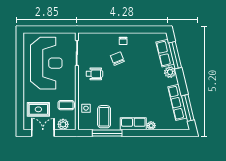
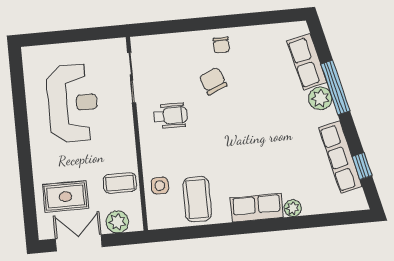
window: (175, 55) -> (335, 87), moved
reception desk: (46, 63) -> (73, 103), width x0.74, depth x0.77
window: (188, 108) -> (362, 166), width x0.46
window: (107, 133) -> (206, 231), removed

